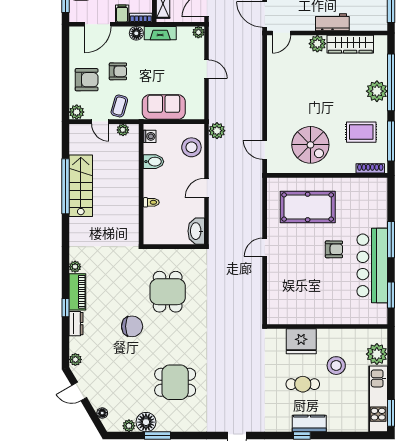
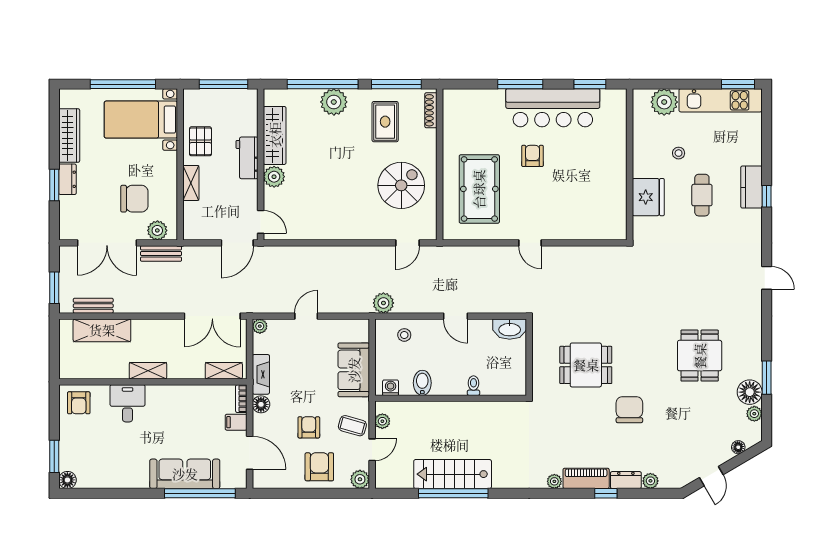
stool: (191, 147) -> (404, 335), width x0.53, depth x0.53
plant: (75, 359) -> (650, 481), moved
stool: (336, 366) -> (679, 153), width x0.53, depth x0.53

